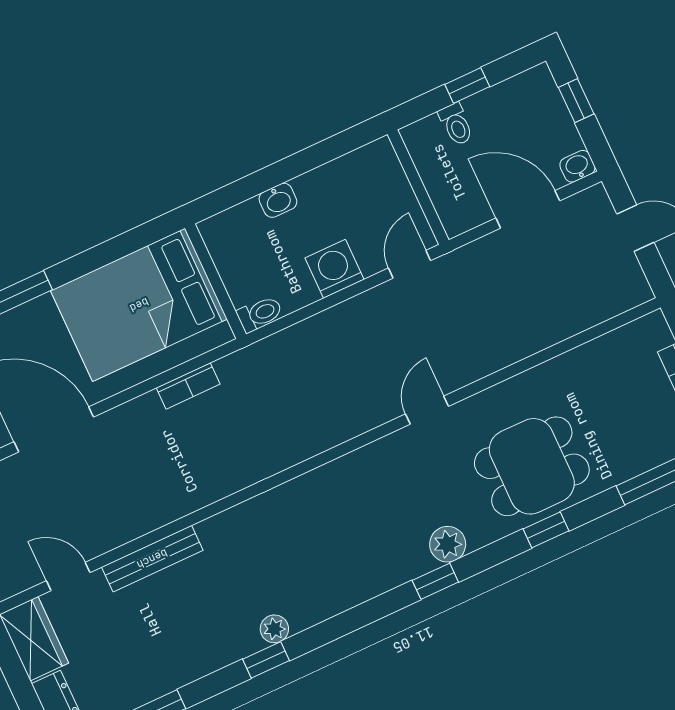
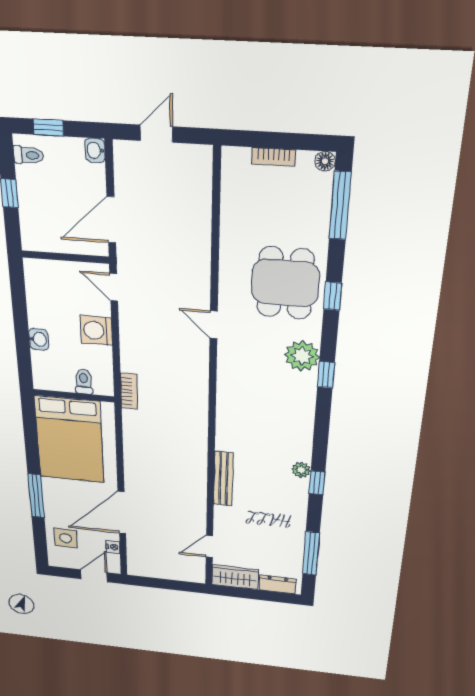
toilet: (456, 124) -> (28, 155), moved
door: (528, 209) -> (111, 220), moved
toilet: (260, 314) -> (84, 382), moved
bookcase: (188, 386) -> (129, 391), moved
plant: (448, 544) -> (302, 356), width x1.36, depth x1.36
bench: (152, 559) -> (223, 479), moved

